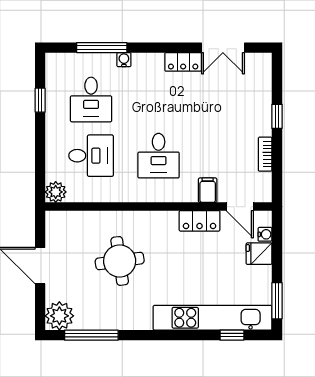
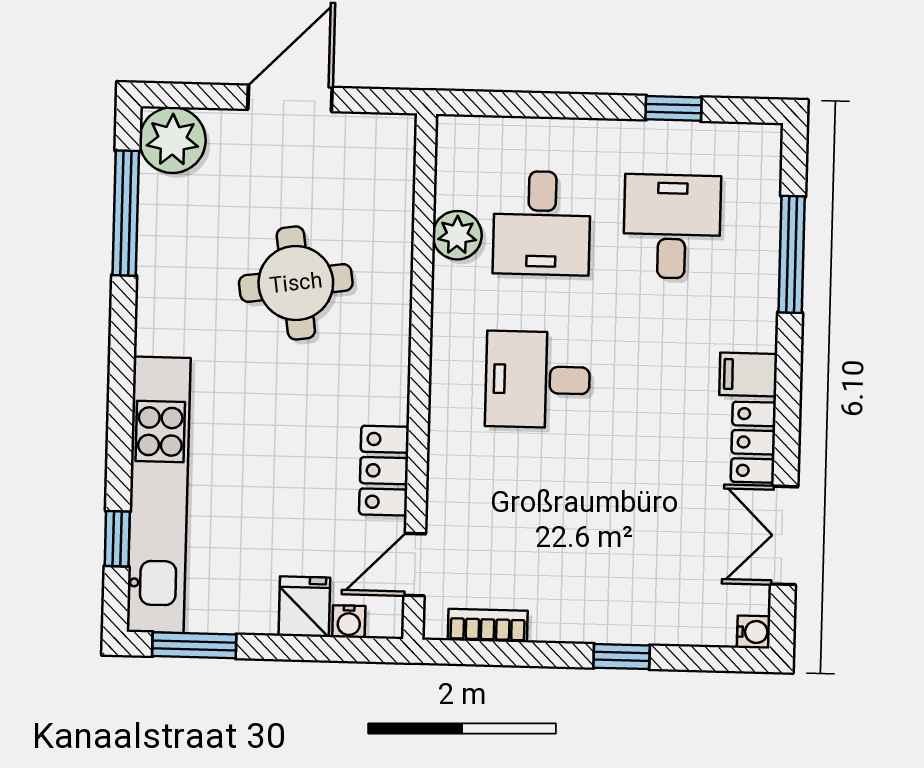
water cooler: (124, 60) -> (754, 632), moved
desk: (91, 99) -> (672, 226), turned 90
bookcase: (265, 154) -> (488, 625), moved
filing cabinet: (208, 190) -> (748, 375), moved, turned 180
plant: (56, 192) -> (457, 235), moved

